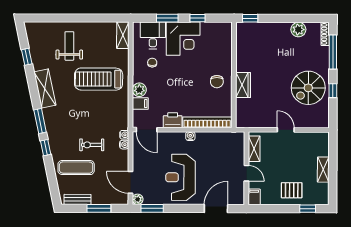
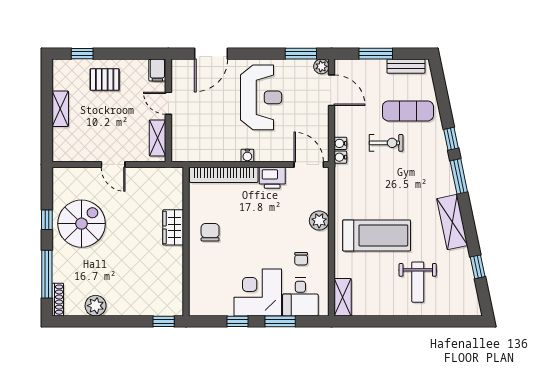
filing cabinet: (140, 104) -> (318, 201), removed

